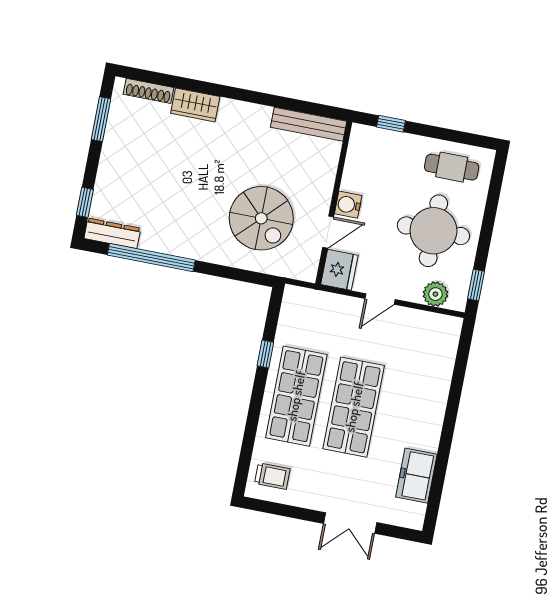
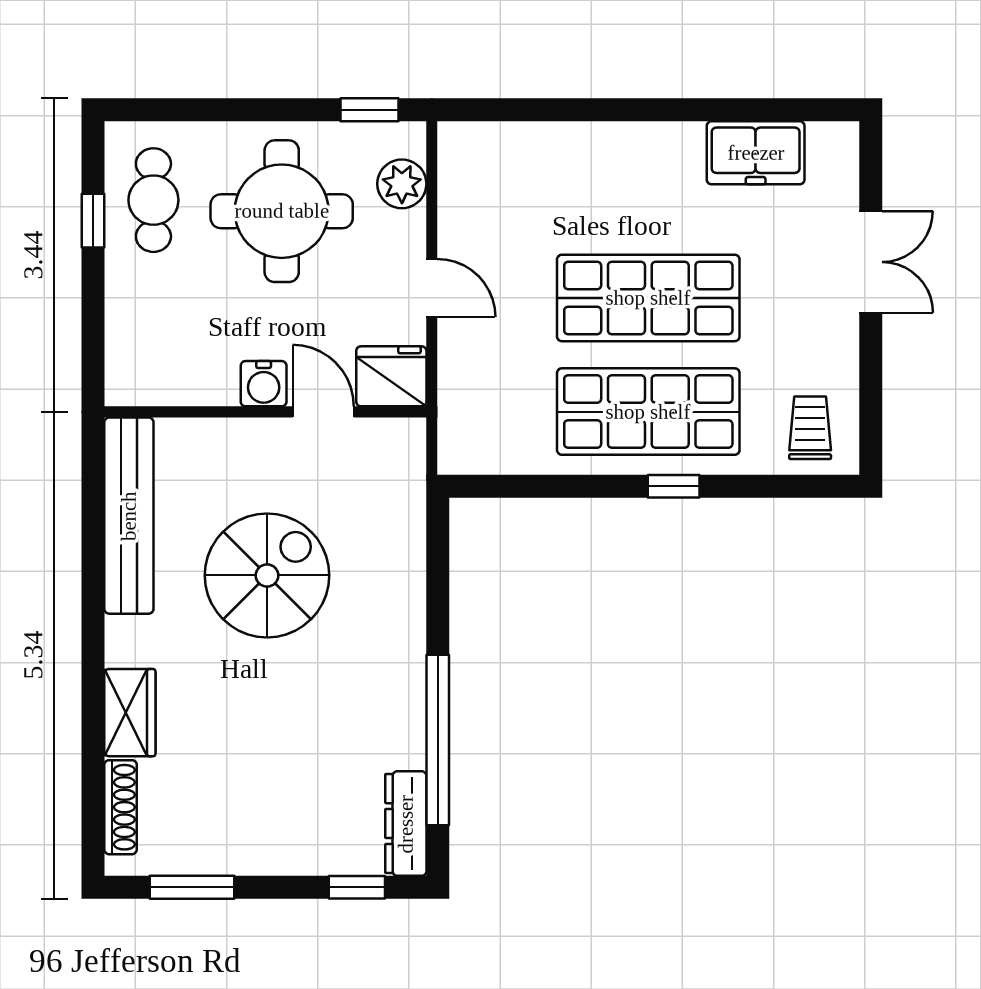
bench: (309, 124) -> (129, 516), width x1.37, depth x1.21
window: (391, 124) -> (93, 221), moved
spiral stairs: (261, 218) -> (267, 575), moved
window: (265, 354) -> (674, 486), moved

